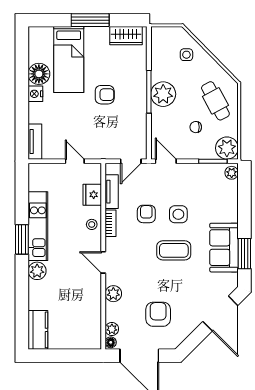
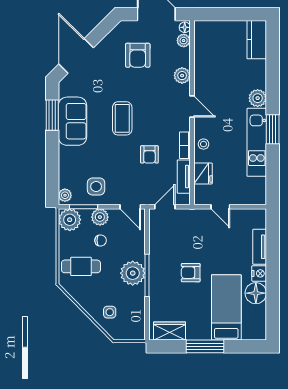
cafe table: (215, 101) -> (81, 266), turned -62
tv unit: (35, 142) -> (260, 247), moved
plant: (196, 151) -> (100, 217), added
side table: (178, 214) -> (96, 186), moved
coffee table: (174, 250) -> (122, 118), turned 90

